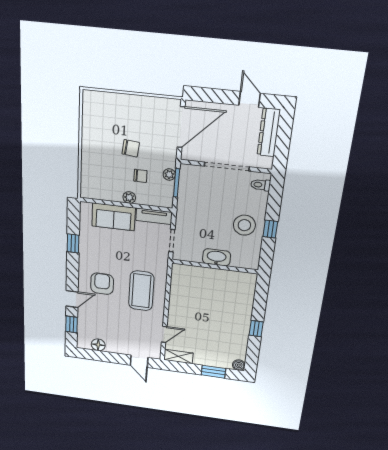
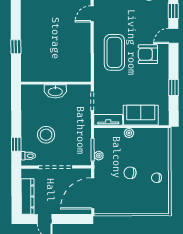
chair: (140, 176) -> (157, 178), moved
stool: (244, 225) -> (46, 135), moved
window: (270, 229) -> (16, 144), moved
armchair: (102, 284) -> (148, 54), turned 90
window: (256, 329) -> (16, 47), moved

